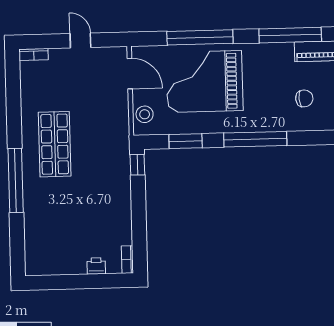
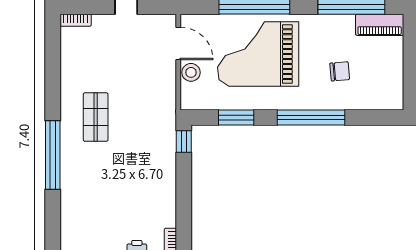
chair: (304, 98) -> (340, 71), moved
stool: (145, 114) -> (191, 72), moved
shop shelf: (55, 144) -> (96, 117), width x0.70, depth x0.74

